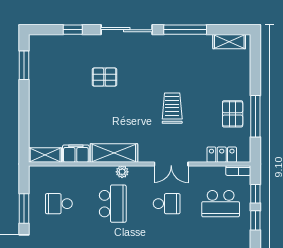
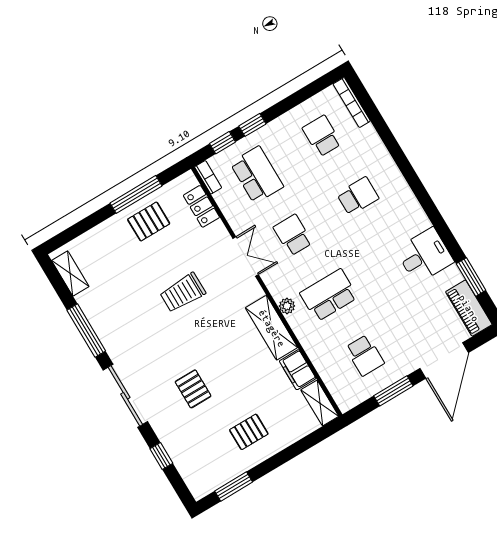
pallet: (54, 97) -> (249, 432), added

